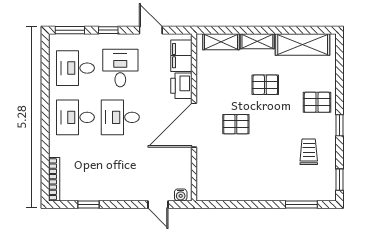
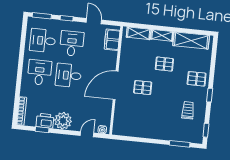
printer: (181, 86) -> (45, 121), moved, turned 90
desk: (75, 117) -> (39, 72), turned 90
plant: (119, 188) -> (63, 121), added
door: (158, 204) -> (87, 134), swing flipped

